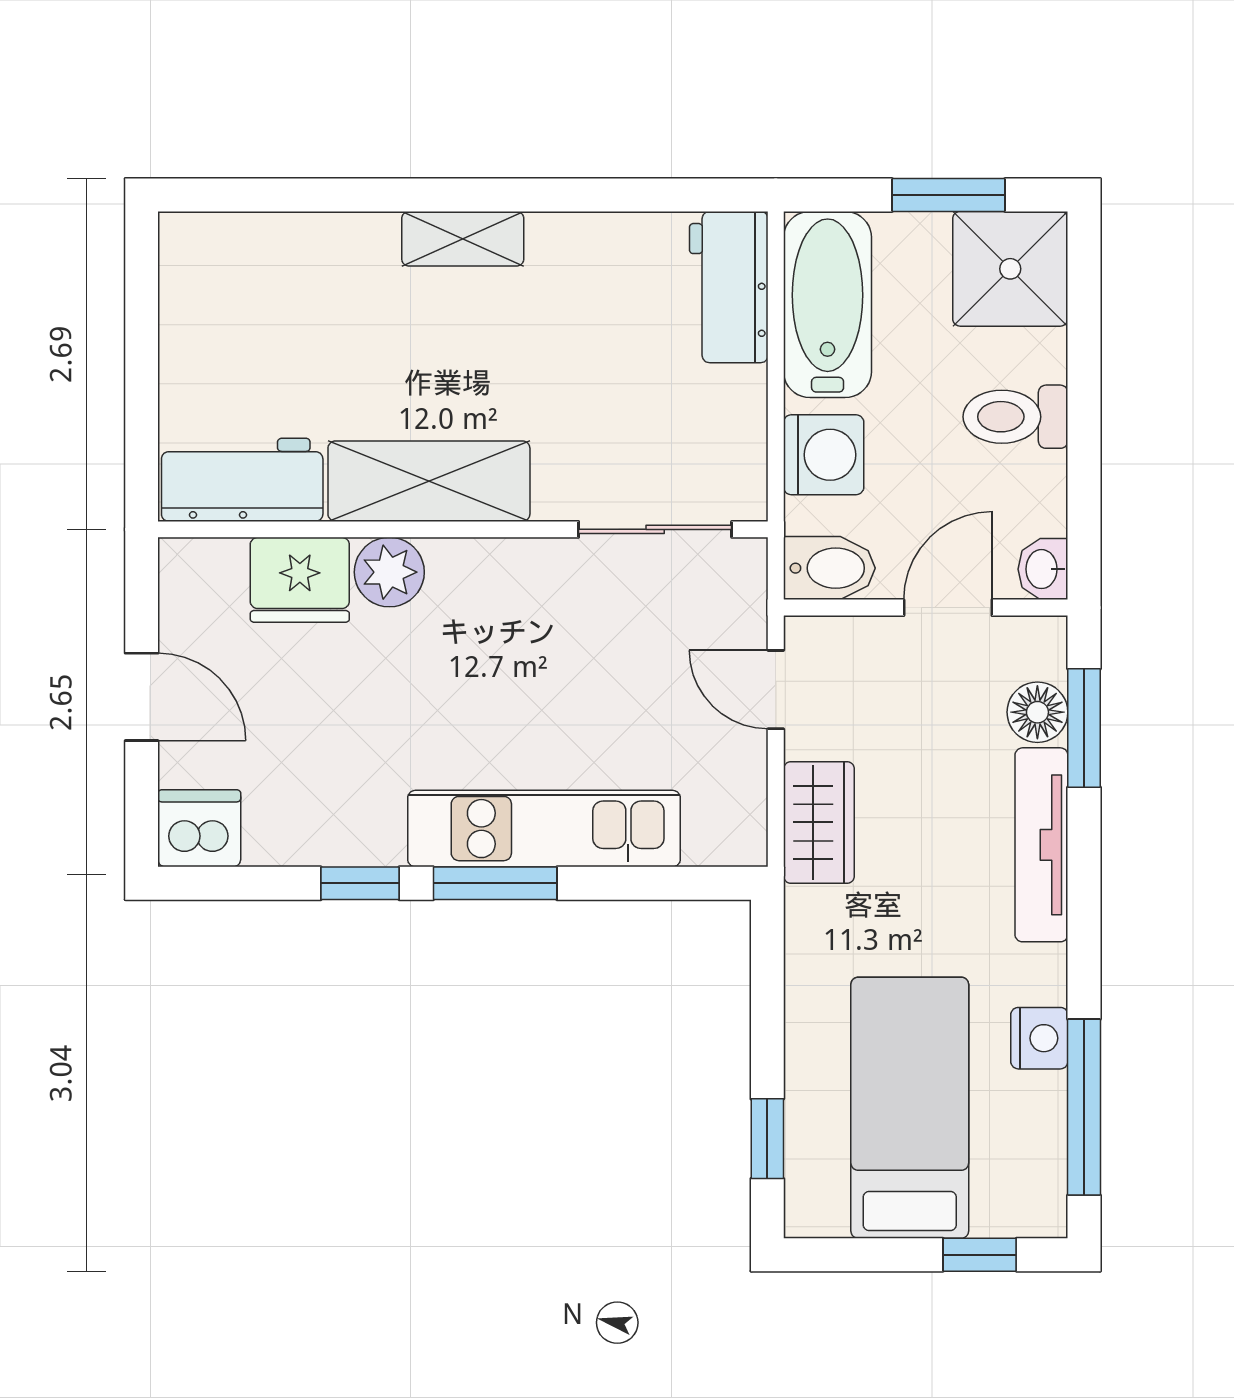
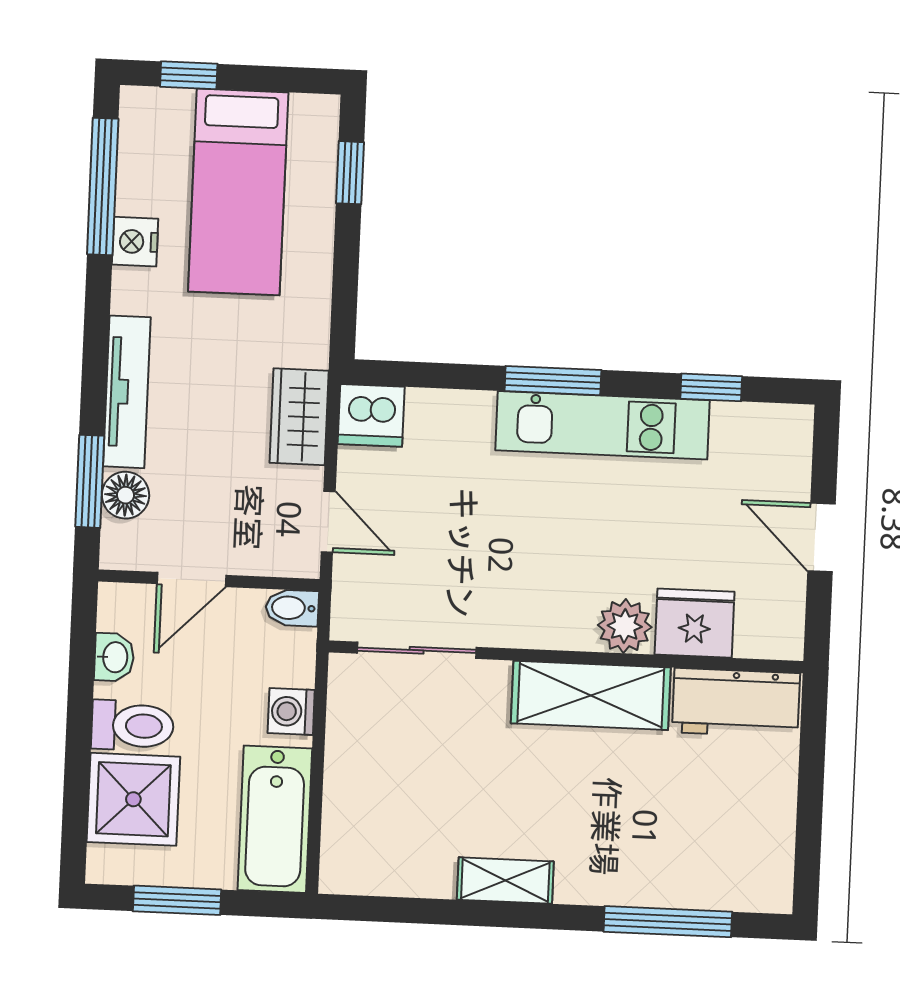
window: (317, 195) -> (668, 922), added
shelving: (463, 239) -> (505, 881), moved
shower: (1010, 269) -> (133, 799), moved
workbench: (729, 287) -> (351, 836), removed
washing machine: (824, 455) -> (291, 711), width x0.73, depth x0.73
bidet: (829, 568) -> (292, 608), width x0.72, depth x0.74
washbasin: (1043, 569) -> (114, 657), moved
dishwasher: (199, 828) -> (371, 415), moved
kitchen unit: (544, 829) -> (603, 425), moved
window: (360, 883) -> (711, 387), moved

